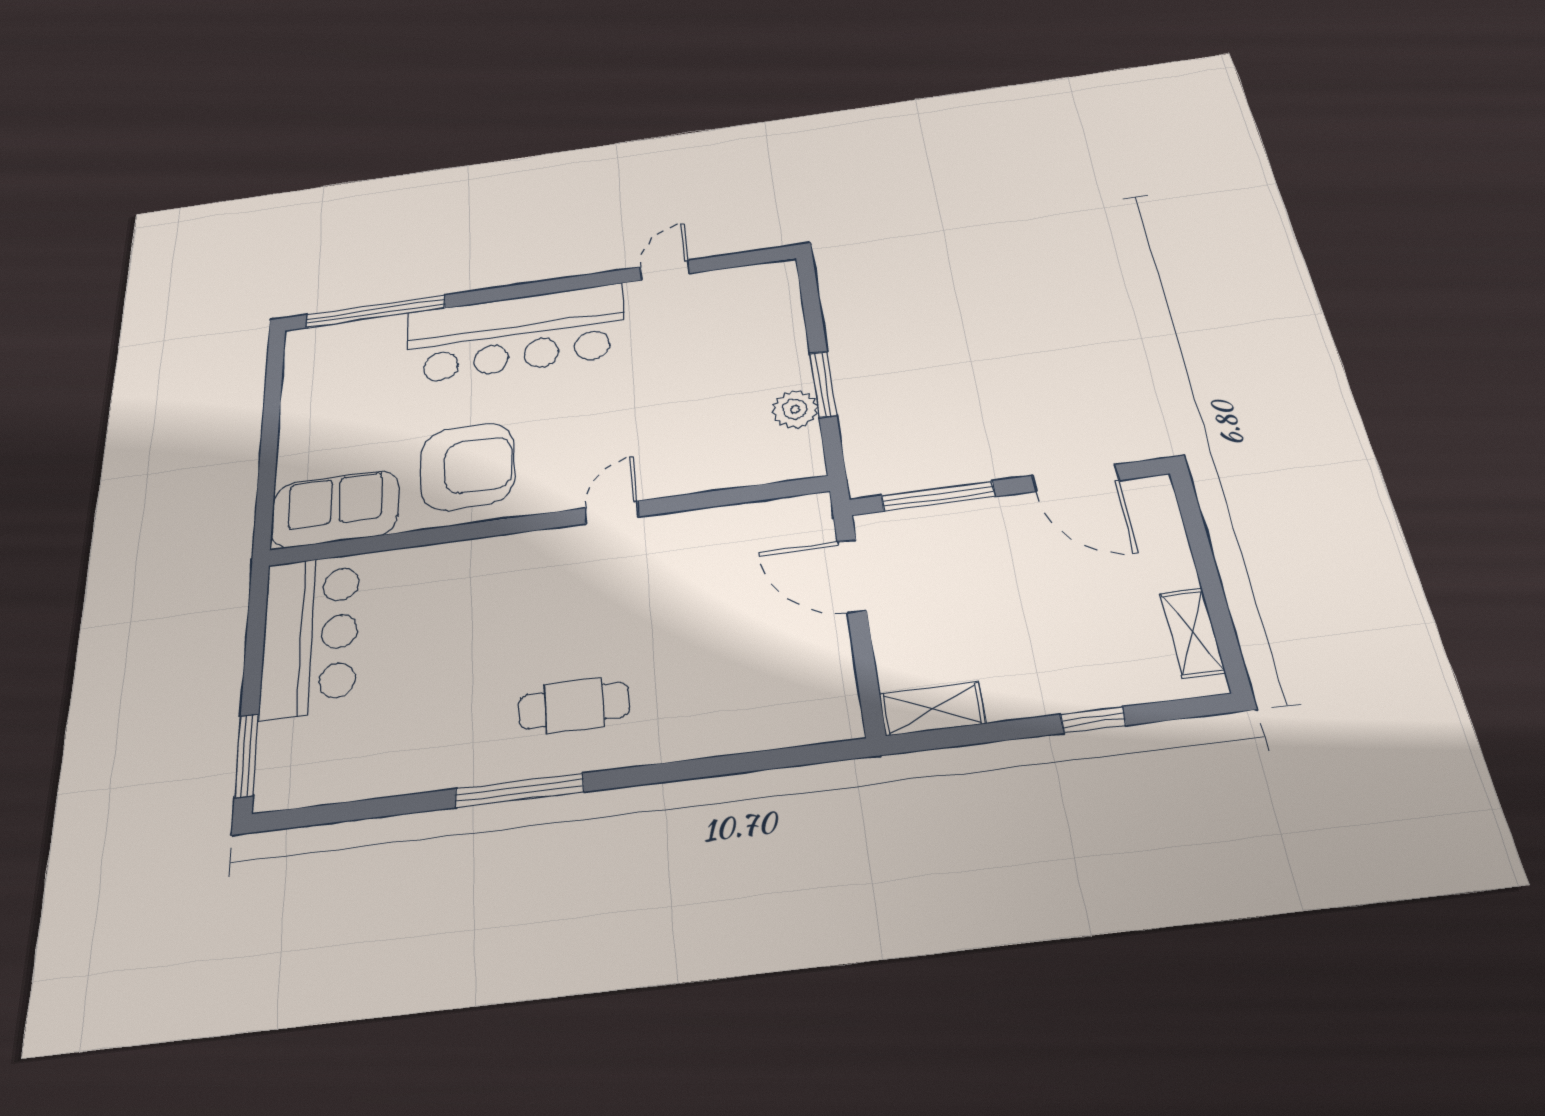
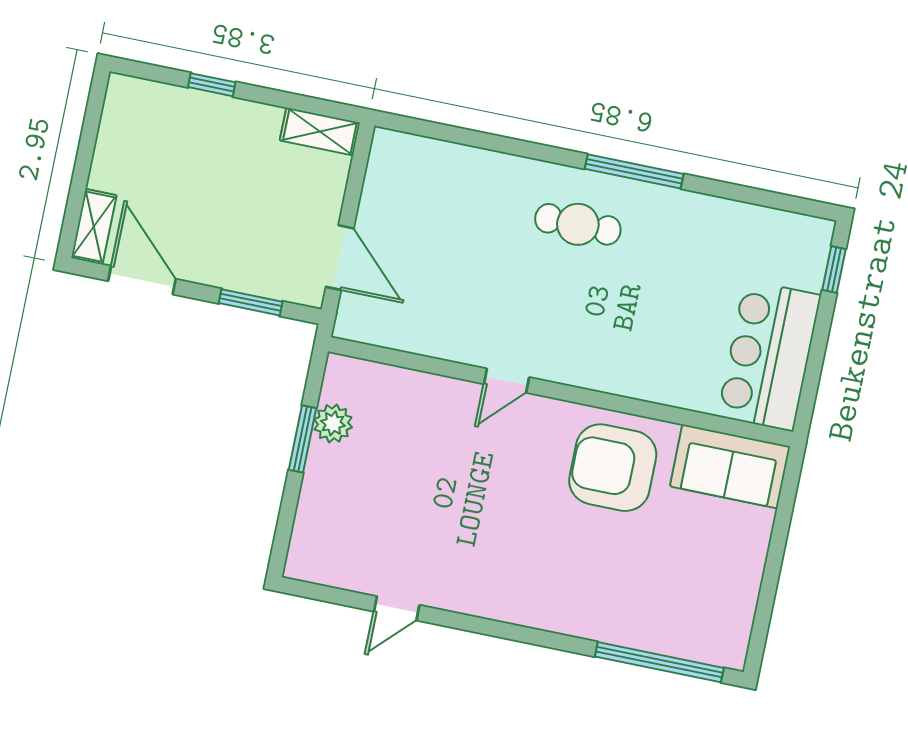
bar counter: (516, 333) -> (542, 590), removed
window: (938, 496) -> (251, 302), width x0.69
shelving: (1193, 633) -> (94, 227), moved
window: (247, 755) -> (834, 269), width x0.67

